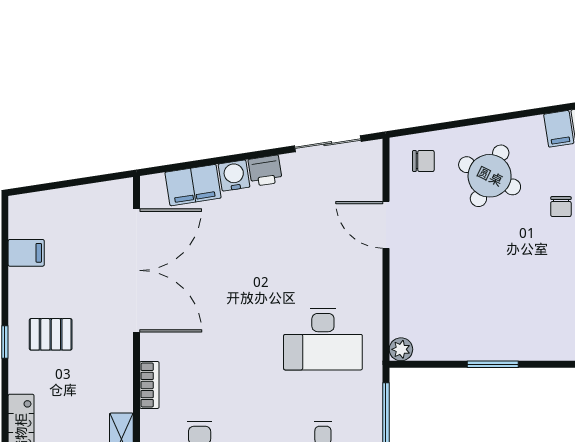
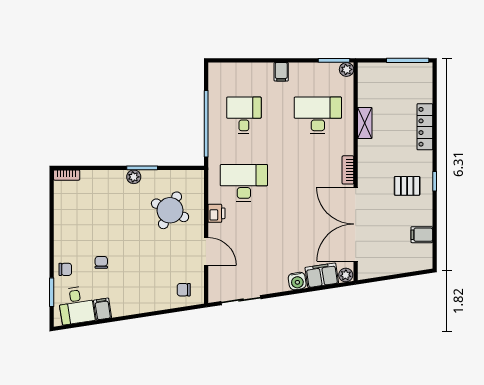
printer: (265, 171) -> (217, 213), moved, turned 99
round table: (490, 176) -> (170, 210), moved
plant: (153, 185) -> (346, 275), added
plant: (401, 349) -> (134, 177), moved
bookcase: (149, 385) -> (348, 170), moved

